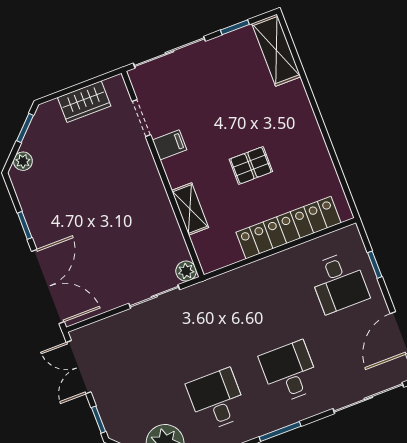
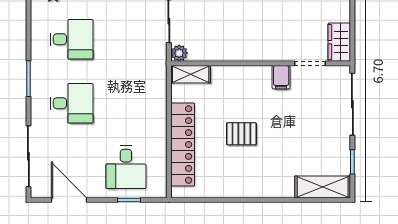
wardrobe: (84, 102) -> (339, 42), moved
pallet: (251, 165) -> (241, 134), turned 90
shelving: (190, 209) -> (191, 74), moved
desk: (339, 282) -> (126, 167), turned -90

